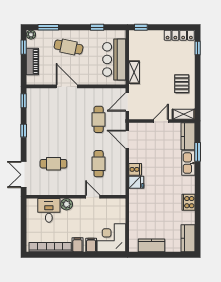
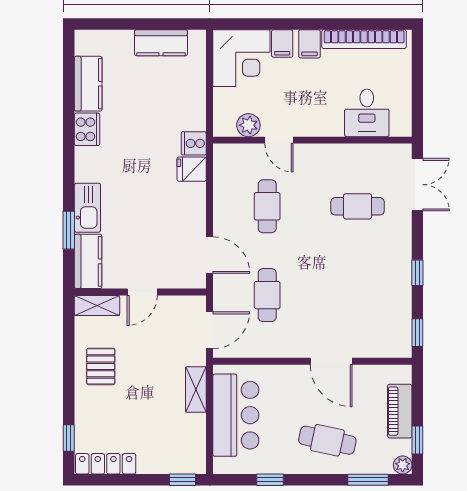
cooker: (135, 169) -> (194, 143), moved
plant: (67, 204) -> (248, 125), moved
kitchen counter: (188, 238) -> (88, 84), moved

